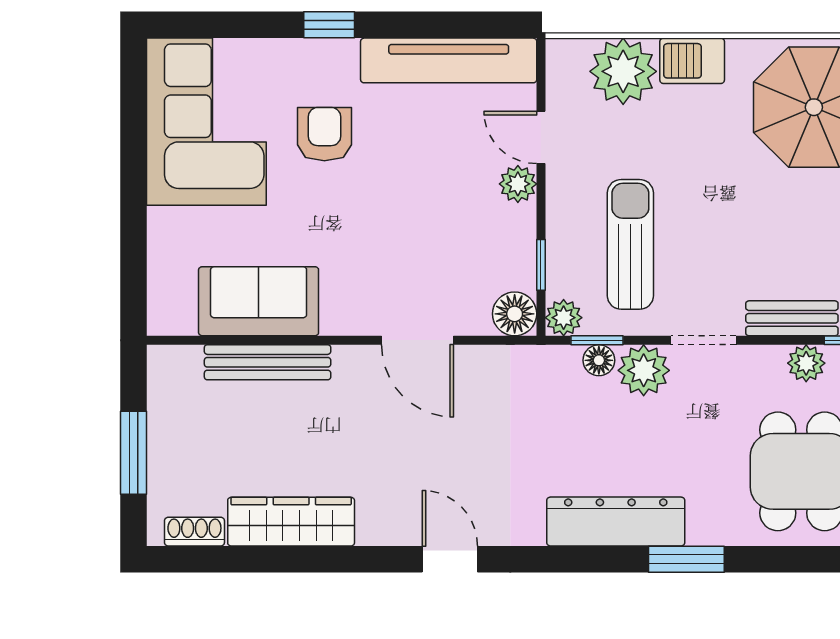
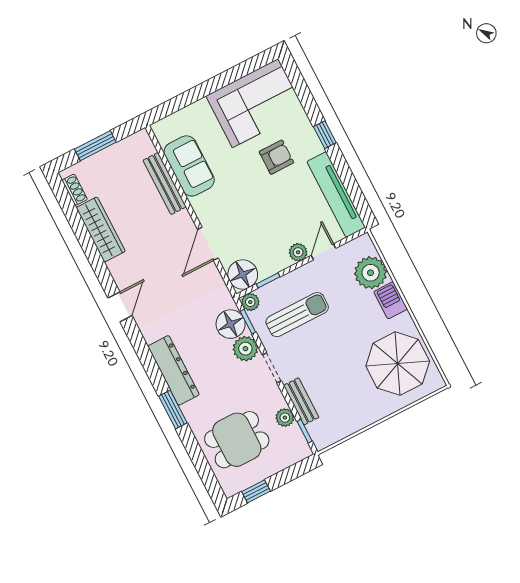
floor lamp: (515, 314) -> (243, 275), width x1.38, depth x1.38
floor lamp: (599, 360) -> (231, 324), width x1.89, depth x1.89

